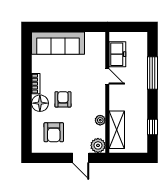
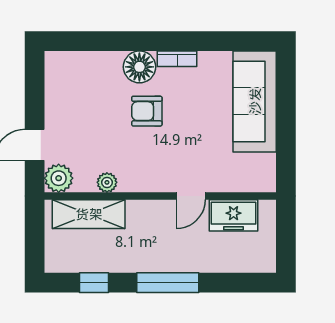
window: (152, 73) -> (168, 283), moved
armchair: (63, 99) -> (147, 111), turned 180
armchair: (54, 132) -> (84, 93), removed

